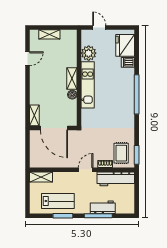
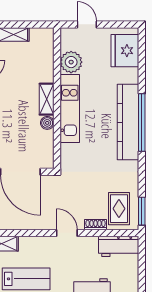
dishwasher: (128, 62) -> (129, 76), removed
kitchen counter: (127, 94) -> (128, 122), added
door: (86, 170) -> (67, 233), hinge flipped
workbench: (116, 179) -> (119, 246), width x0.73

